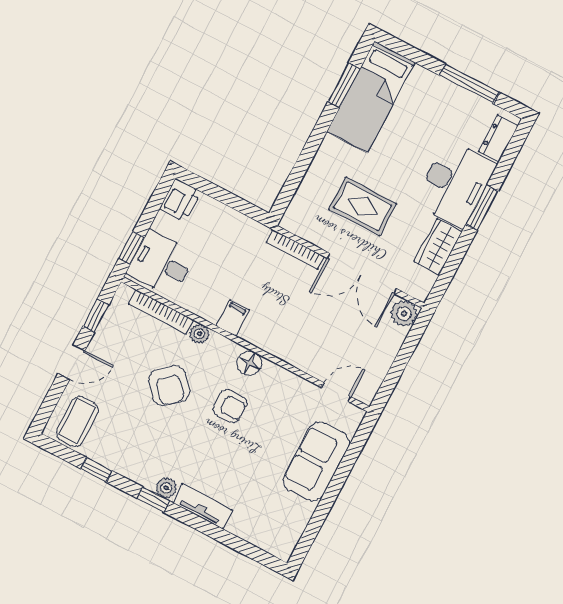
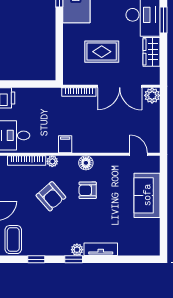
door: (336, 392) -> (139, 154), hinge flipped
armchair: (230, 406) -> (88, 190), turned 180

